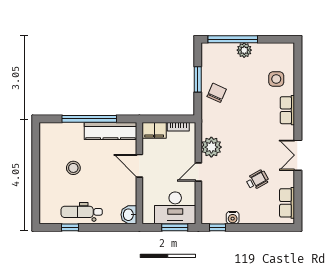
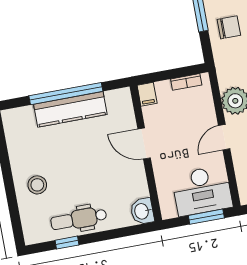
chair: (217, 93) -> (229, 27), turned 66
filing cabinet: (154, 130) -> (147, 94), width x0.50
kitchen counter: (111, 131) -> (70, 109), moved
stool: (73, 168) -> (37, 185), moved

